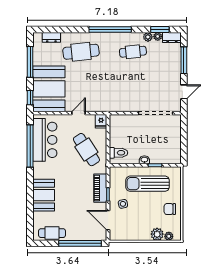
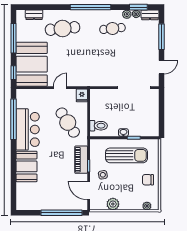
bar counter: (45, 140) -> (28, 129), moved
sun lounger: (148, 184) -> (127, 155), turned 180
cafe table: (52, 233) -> (35, 203), removed
plant: (157, 234) -> (113, 204), moved

